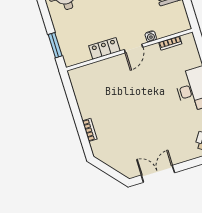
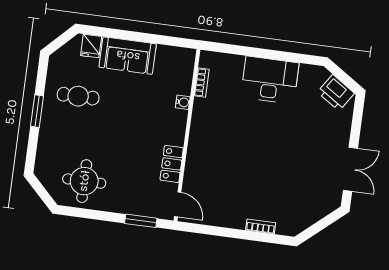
door: (133, 48) -> (178, 204), moved
double door: (158, 174) -> (350, 169), swing flipped

